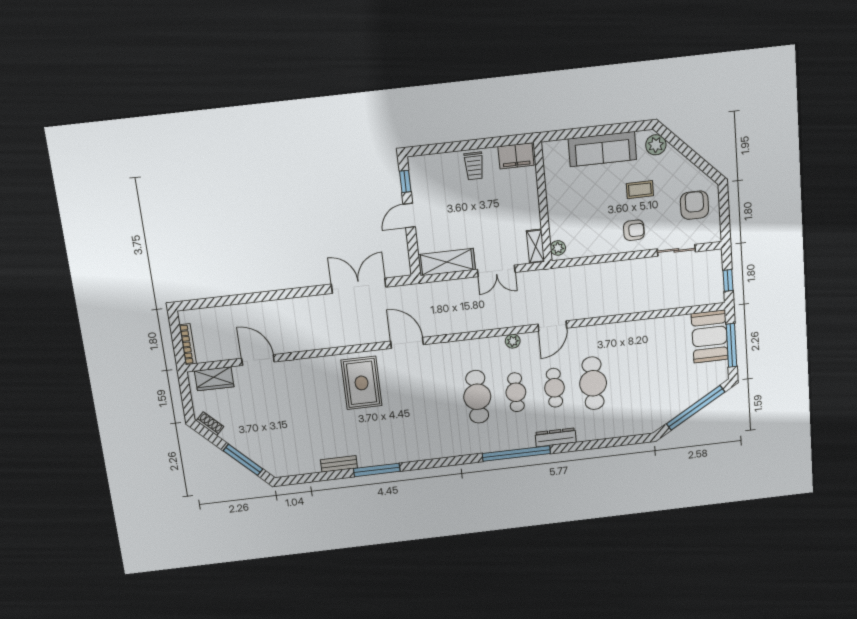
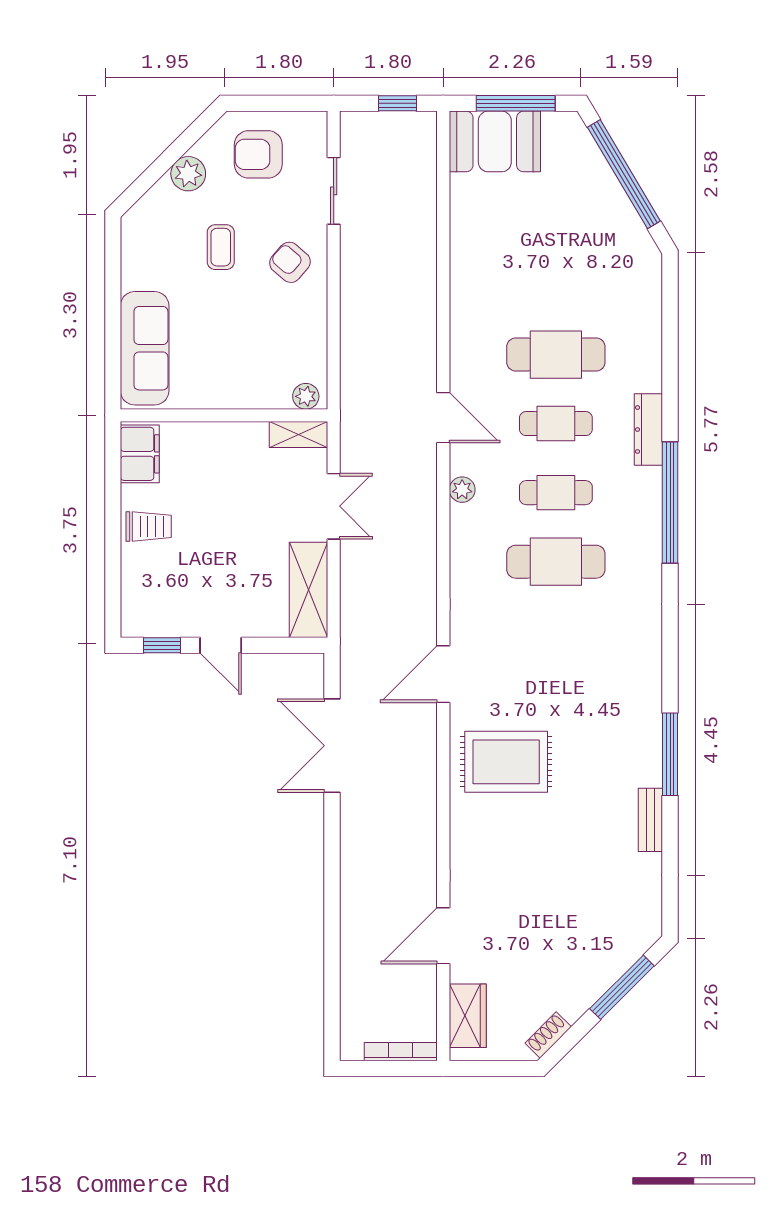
plant: (656, 145) -> (188, 174), moved
sofa: (602, 149) -> (145, 348), moved
armchair: (634, 230) -> (290, 262), turned -49

